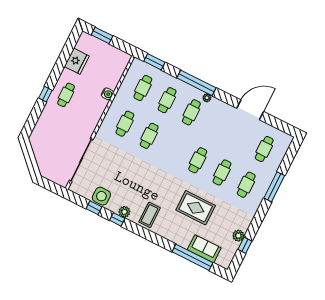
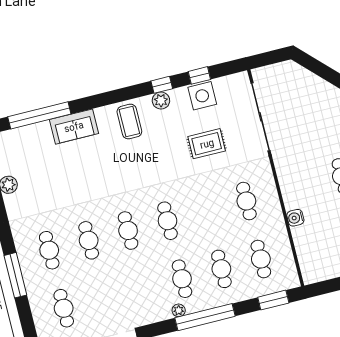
cafe table: (149, 136) -> (168, 221), moved
rug: (196, 208) -> (207, 144), moved, width x0.73, depth x0.70
sofa: (204, 249) -> (74, 127), moved

